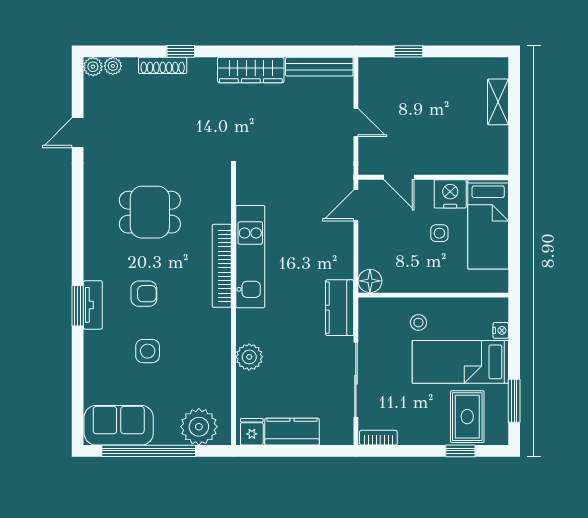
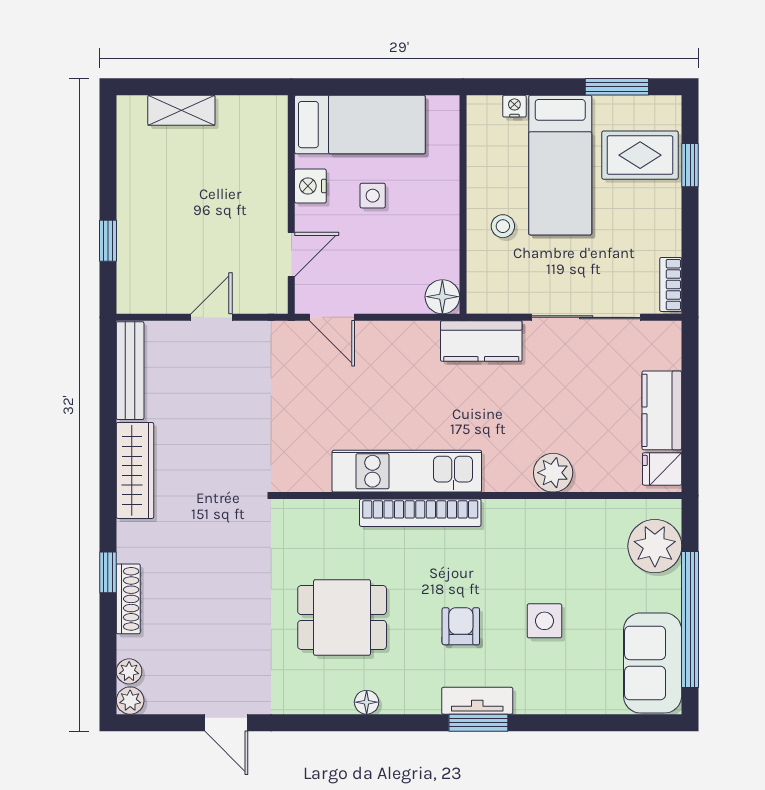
nightstand: (450, 194) -> (310, 186), width x0.74, depth x0.75
dining table: (150, 212) -> (342, 617), turned 90
floor lamp: (92, 229) -> (367, 702), added

